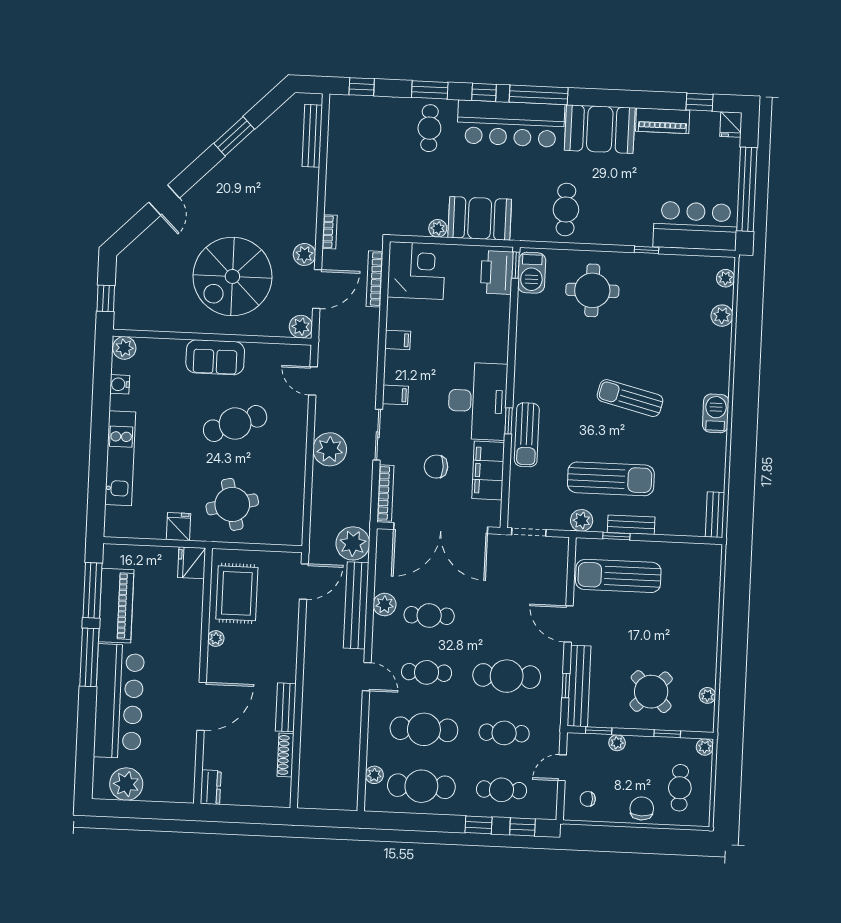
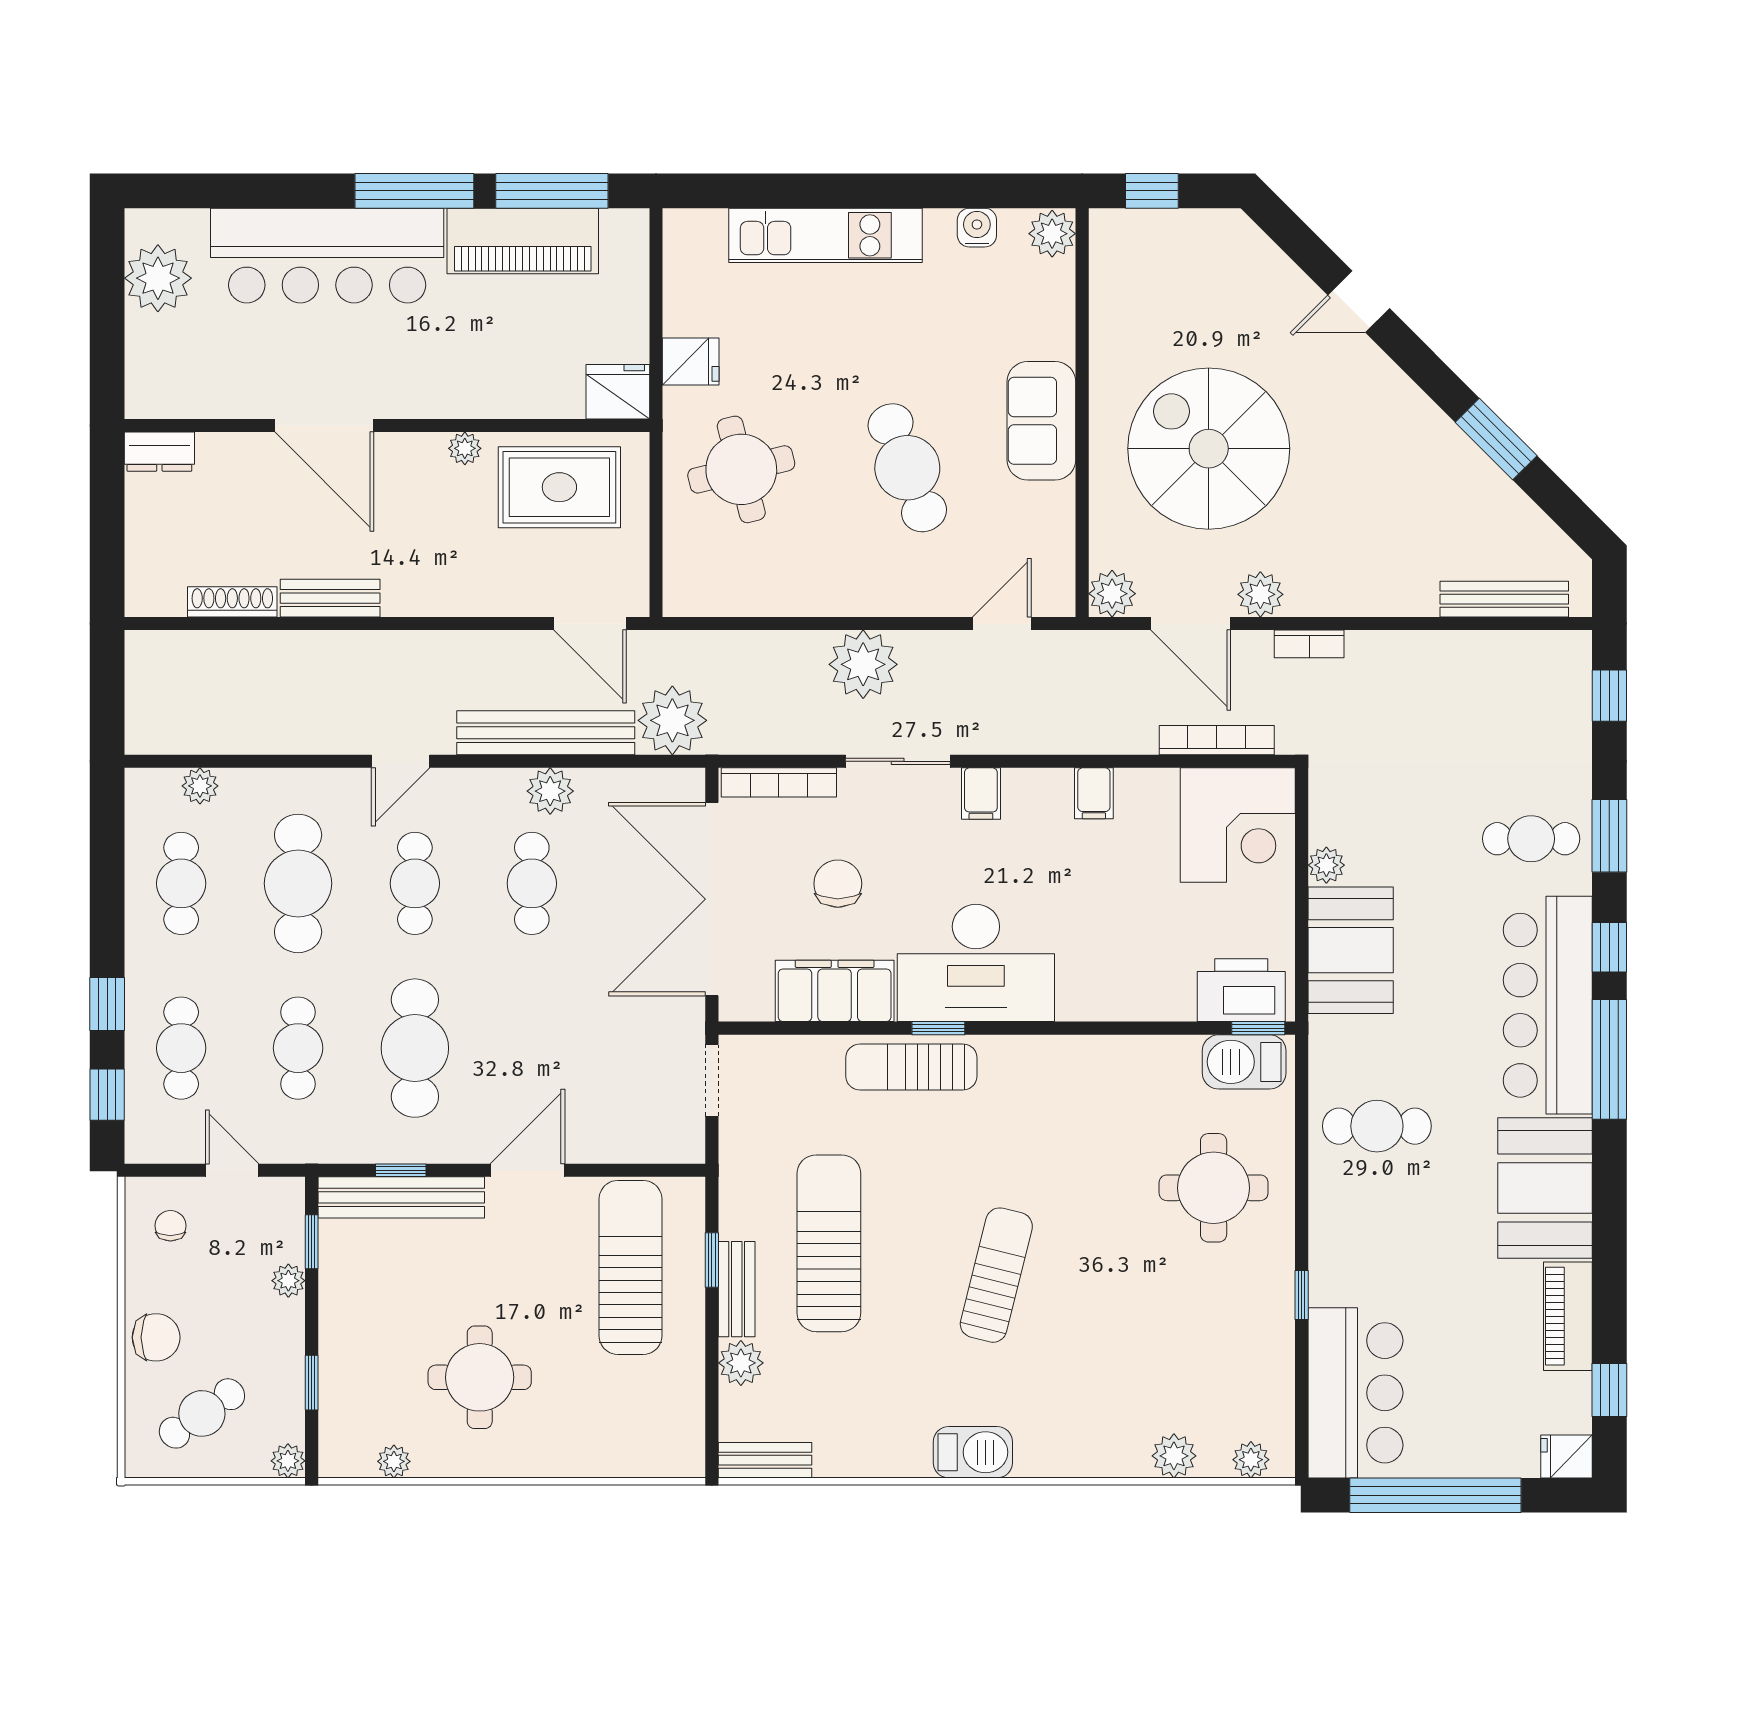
sun lounger: (611, 479) -> (829, 1243), turned 180
plant: (582, 520) -> (741, 1363), moved
round table: (651, 692) -> (480, 1377), moved, turned 45
cafe table: (421, 786) -> (181, 883), width x0.73, depth x0.74
cafe table: (680, 788) -> (202, 1413), turned -35

